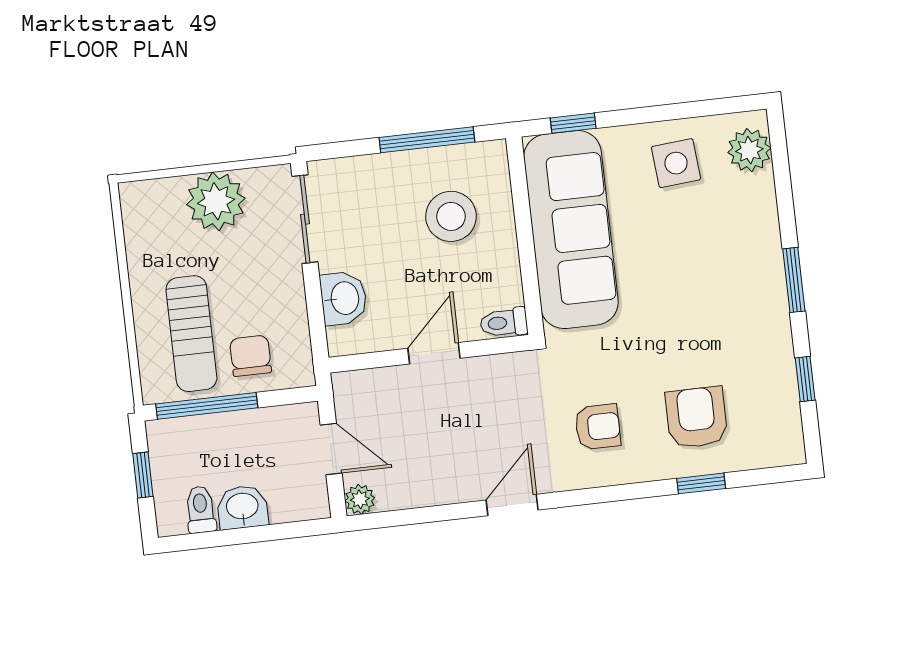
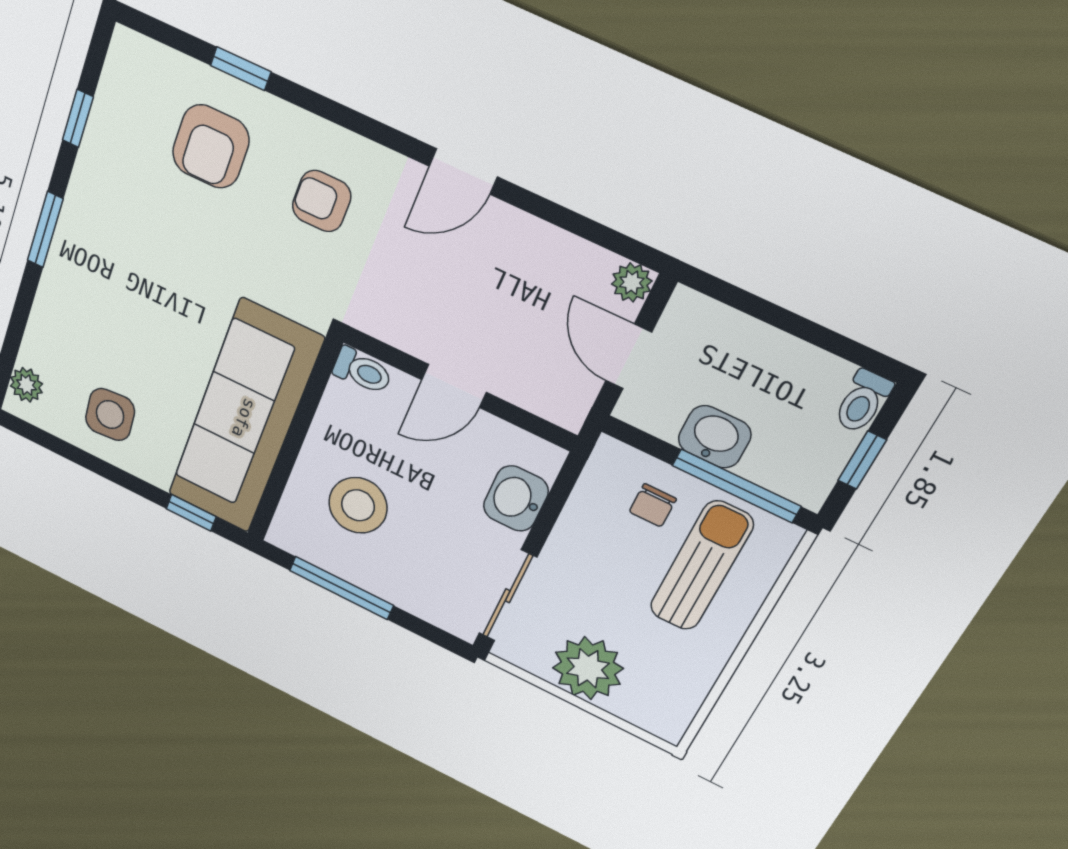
plant: (749, 150) -> (26, 385), width x0.73, depth x0.73
chair: (251, 356) -> (653, 505), width x0.73, depth x0.73
washbasin: (242, 507) -> (715, 437), moved, turned 180
toilet: (201, 510) -> (863, 401), moved

